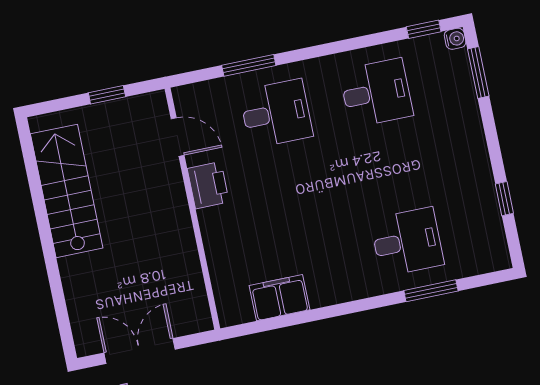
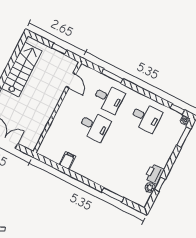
printer: (208, 185) -> (154, 174), moved, turned 180
plant: (491, 220) -> (150, 187), added
desk: (407, 242) -> (94, 126), moved
filing cabinet: (279, 298) -> (67, 161), width x0.50

